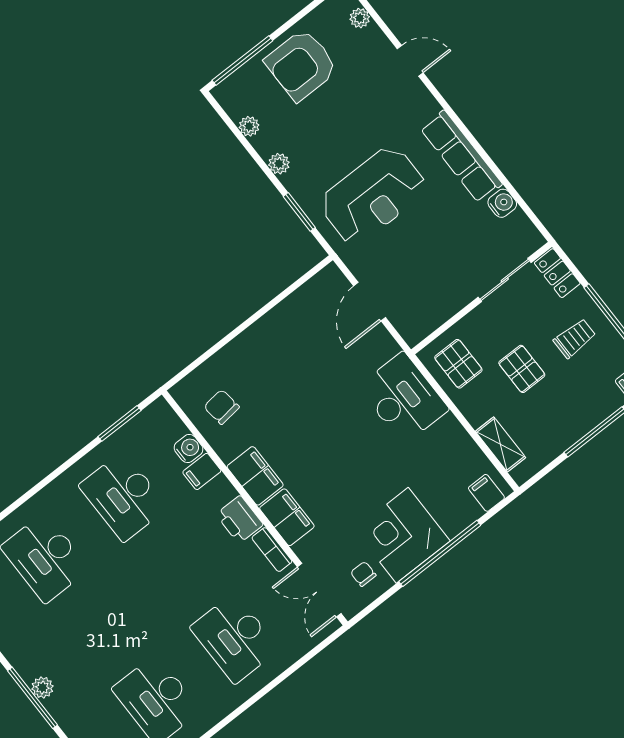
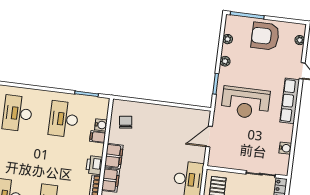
row of seats: (461, 156) -> (290, 101), moved

